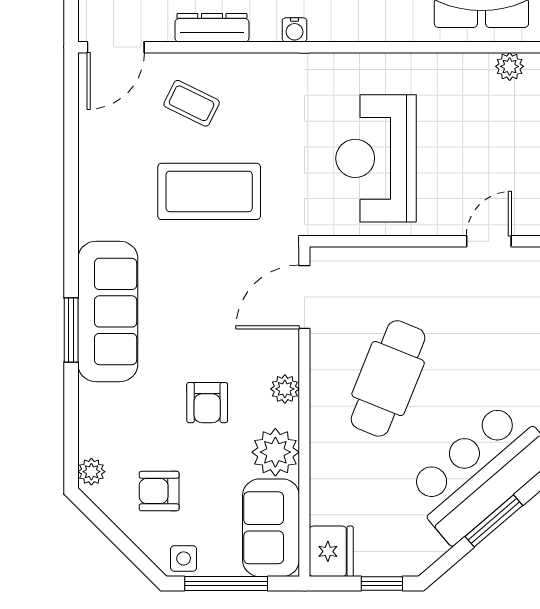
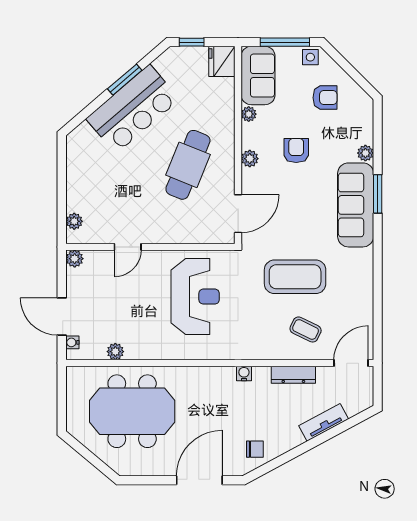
plant: (275, 452) -> (249, 114), width x0.53, depth x0.53
plant: (91, 472) -> (365, 153), moved

